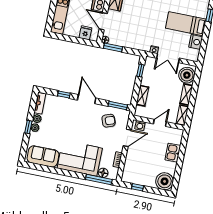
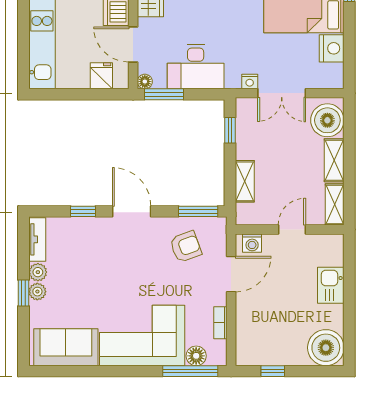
desk: (130, 38) -> (196, 67), added

